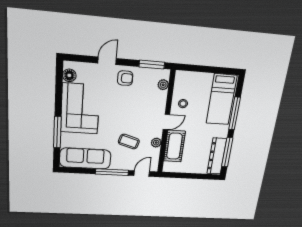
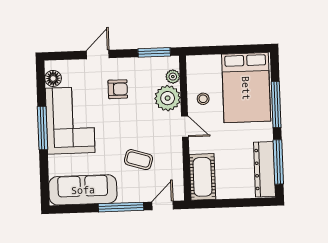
armchair: (125, 78) -> (118, 89), moved
bed: (221, 99) -> (246, 88), width x1.50
door: (166, 122) -> (185, 126), hinge flipped
window: (57, 132) -> (43, 128), moved
plant: (156, 143) -> (168, 98), moved, width x1.87, depth x1.87
cot: (174, 146) -> (202, 177), moved

